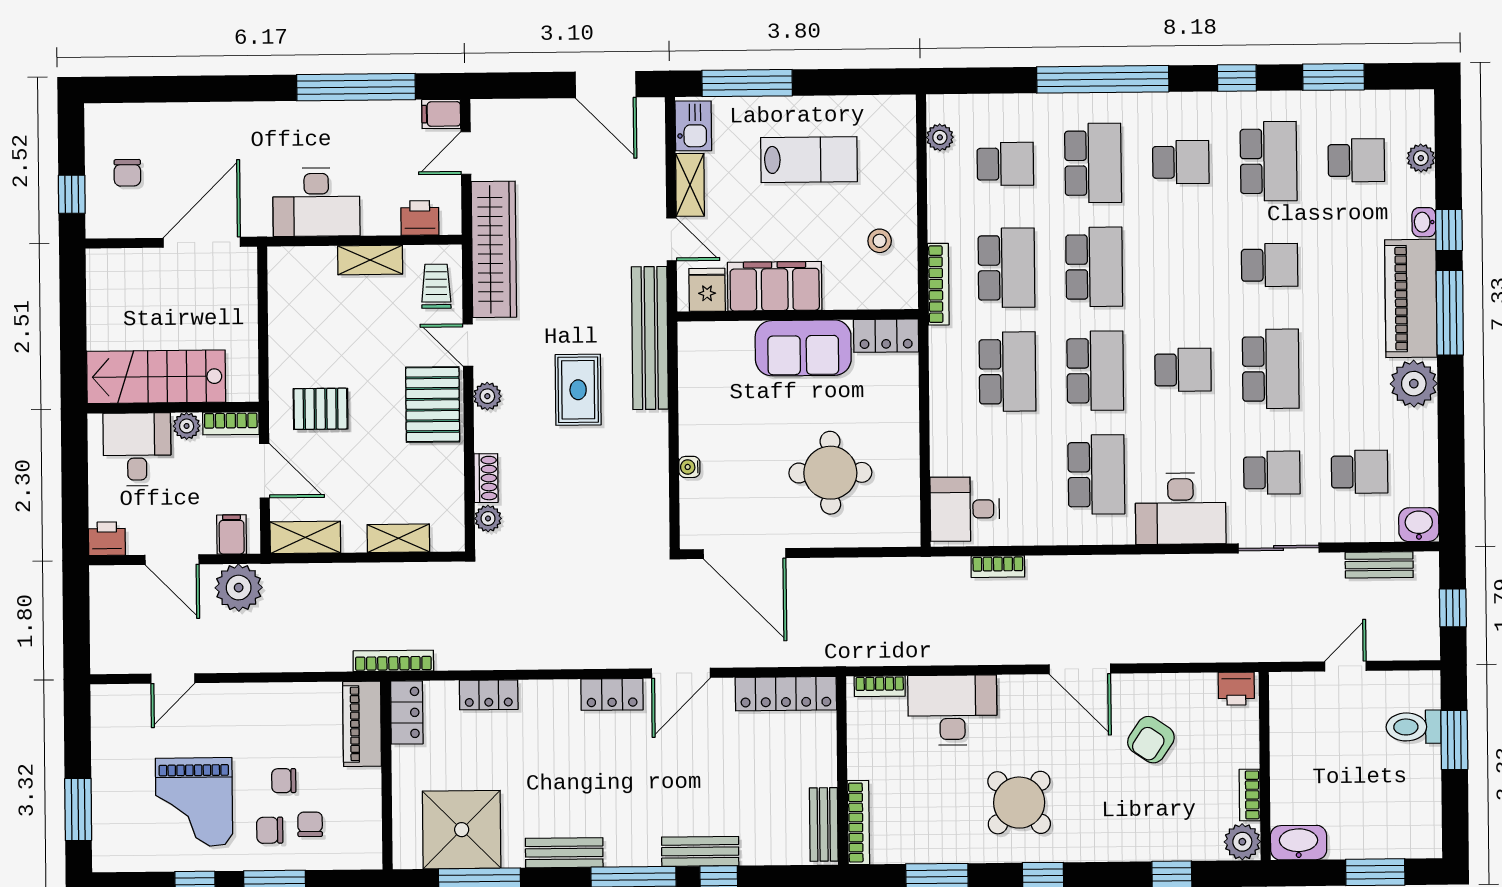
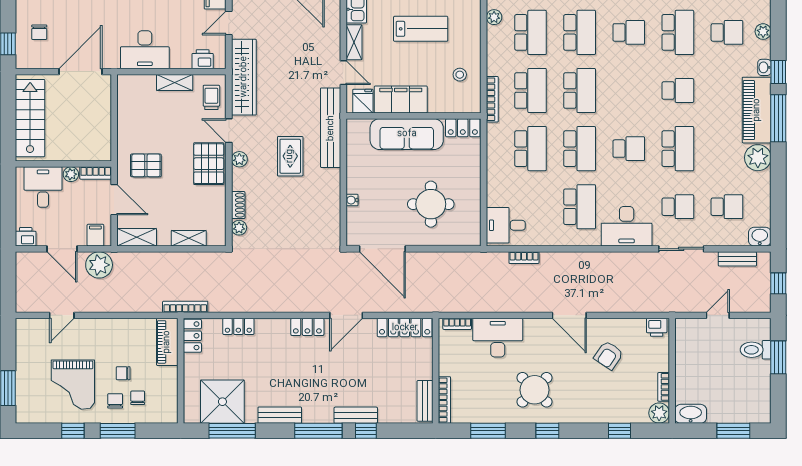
school desk: (1005, 164) -> (531, 32), width x1.85
sofa: (803, 348) -> (407, 134), width x1.36
stairs: (156, 377) -> (30, 118), moved, turned 90
chair: (270, 830) -> (115, 401), turned 90

